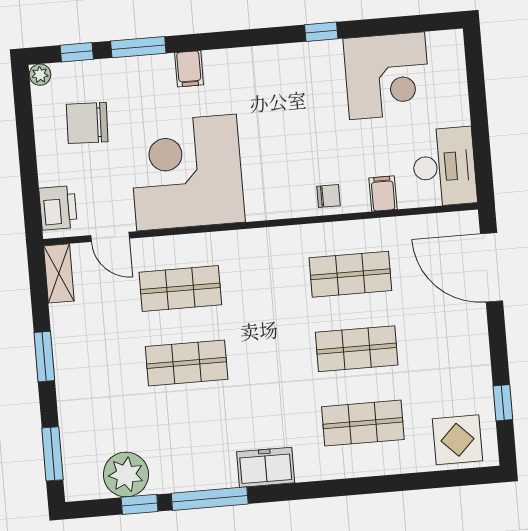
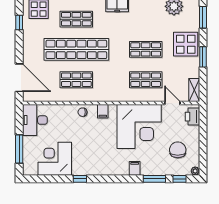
window: (477, 93) -> (19, 149), added
chair: (87, 123) -> (178, 150), turned -92
filing cabinet: (383, 194) -> (103, 111), moved
shop shelf: (357, 349) -> (76, 49), width x2.00, depth x1.36
display table: (89, 384) -> (186, 44), added

